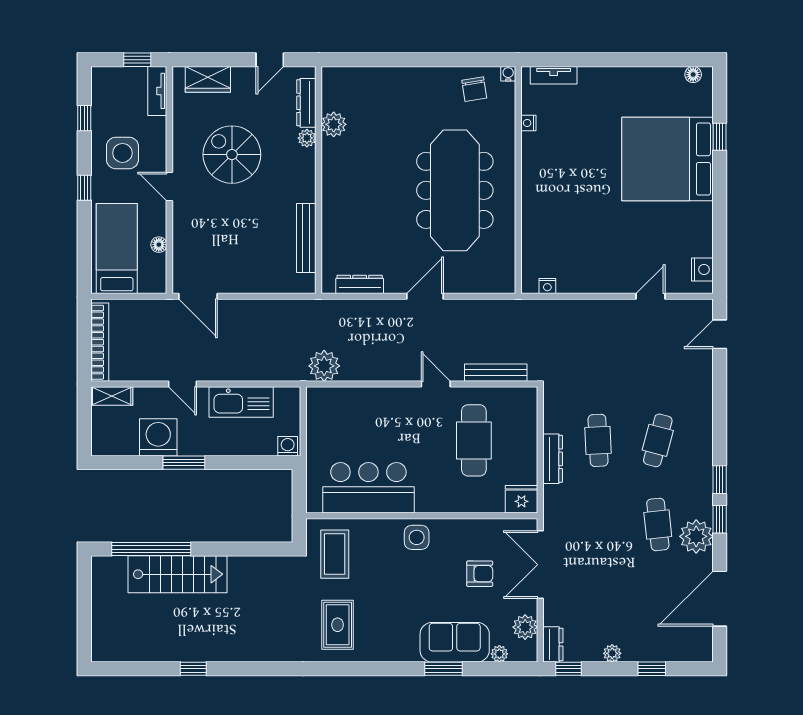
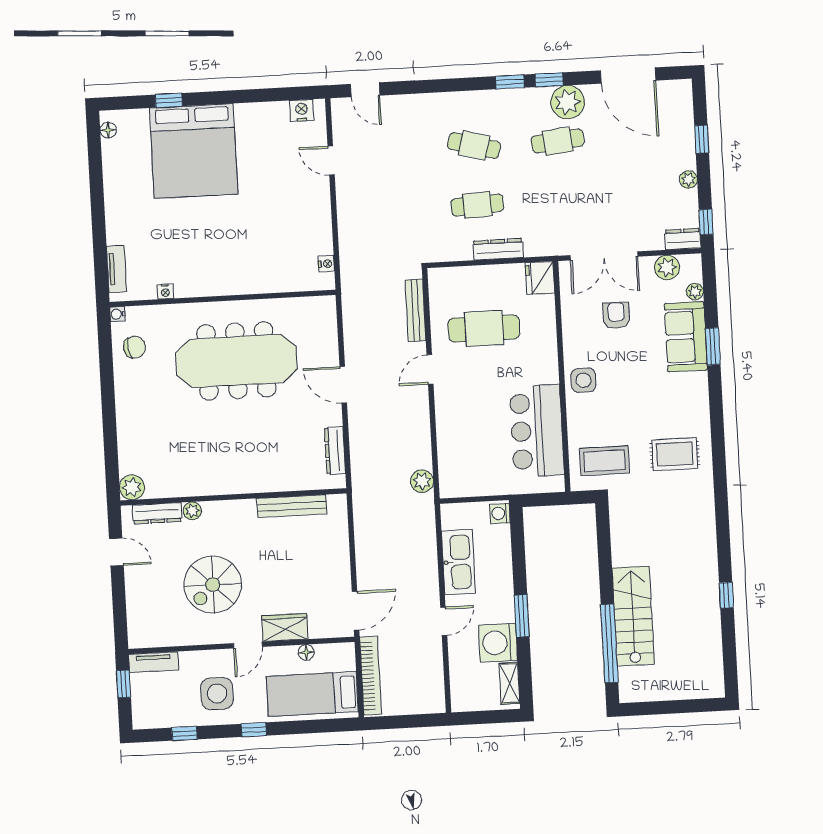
wardrobe: (208, 79) -> (285, 627), moved, turned -90
plant: (334, 124) -> (132, 487), moved
bookcase: (100, 342) -> (371, 676), moved, turned 90
plant: (324, 366) -> (422, 481), width x0.73, depth x0.73
shelving: (112, 396) -> (509, 683), moved

